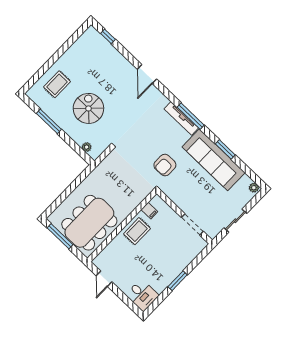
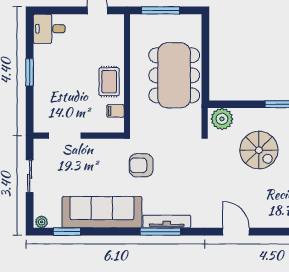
plant: (87, 147) -> (222, 119), width x1.87, depth x1.87
window: (225, 149) -> (67, 232), moved
armchair: (165, 165) -> (141, 165), turned -90
dining table: (89, 223) -> (174, 75), moved
window: (60, 236) -> (161, 10), moved

